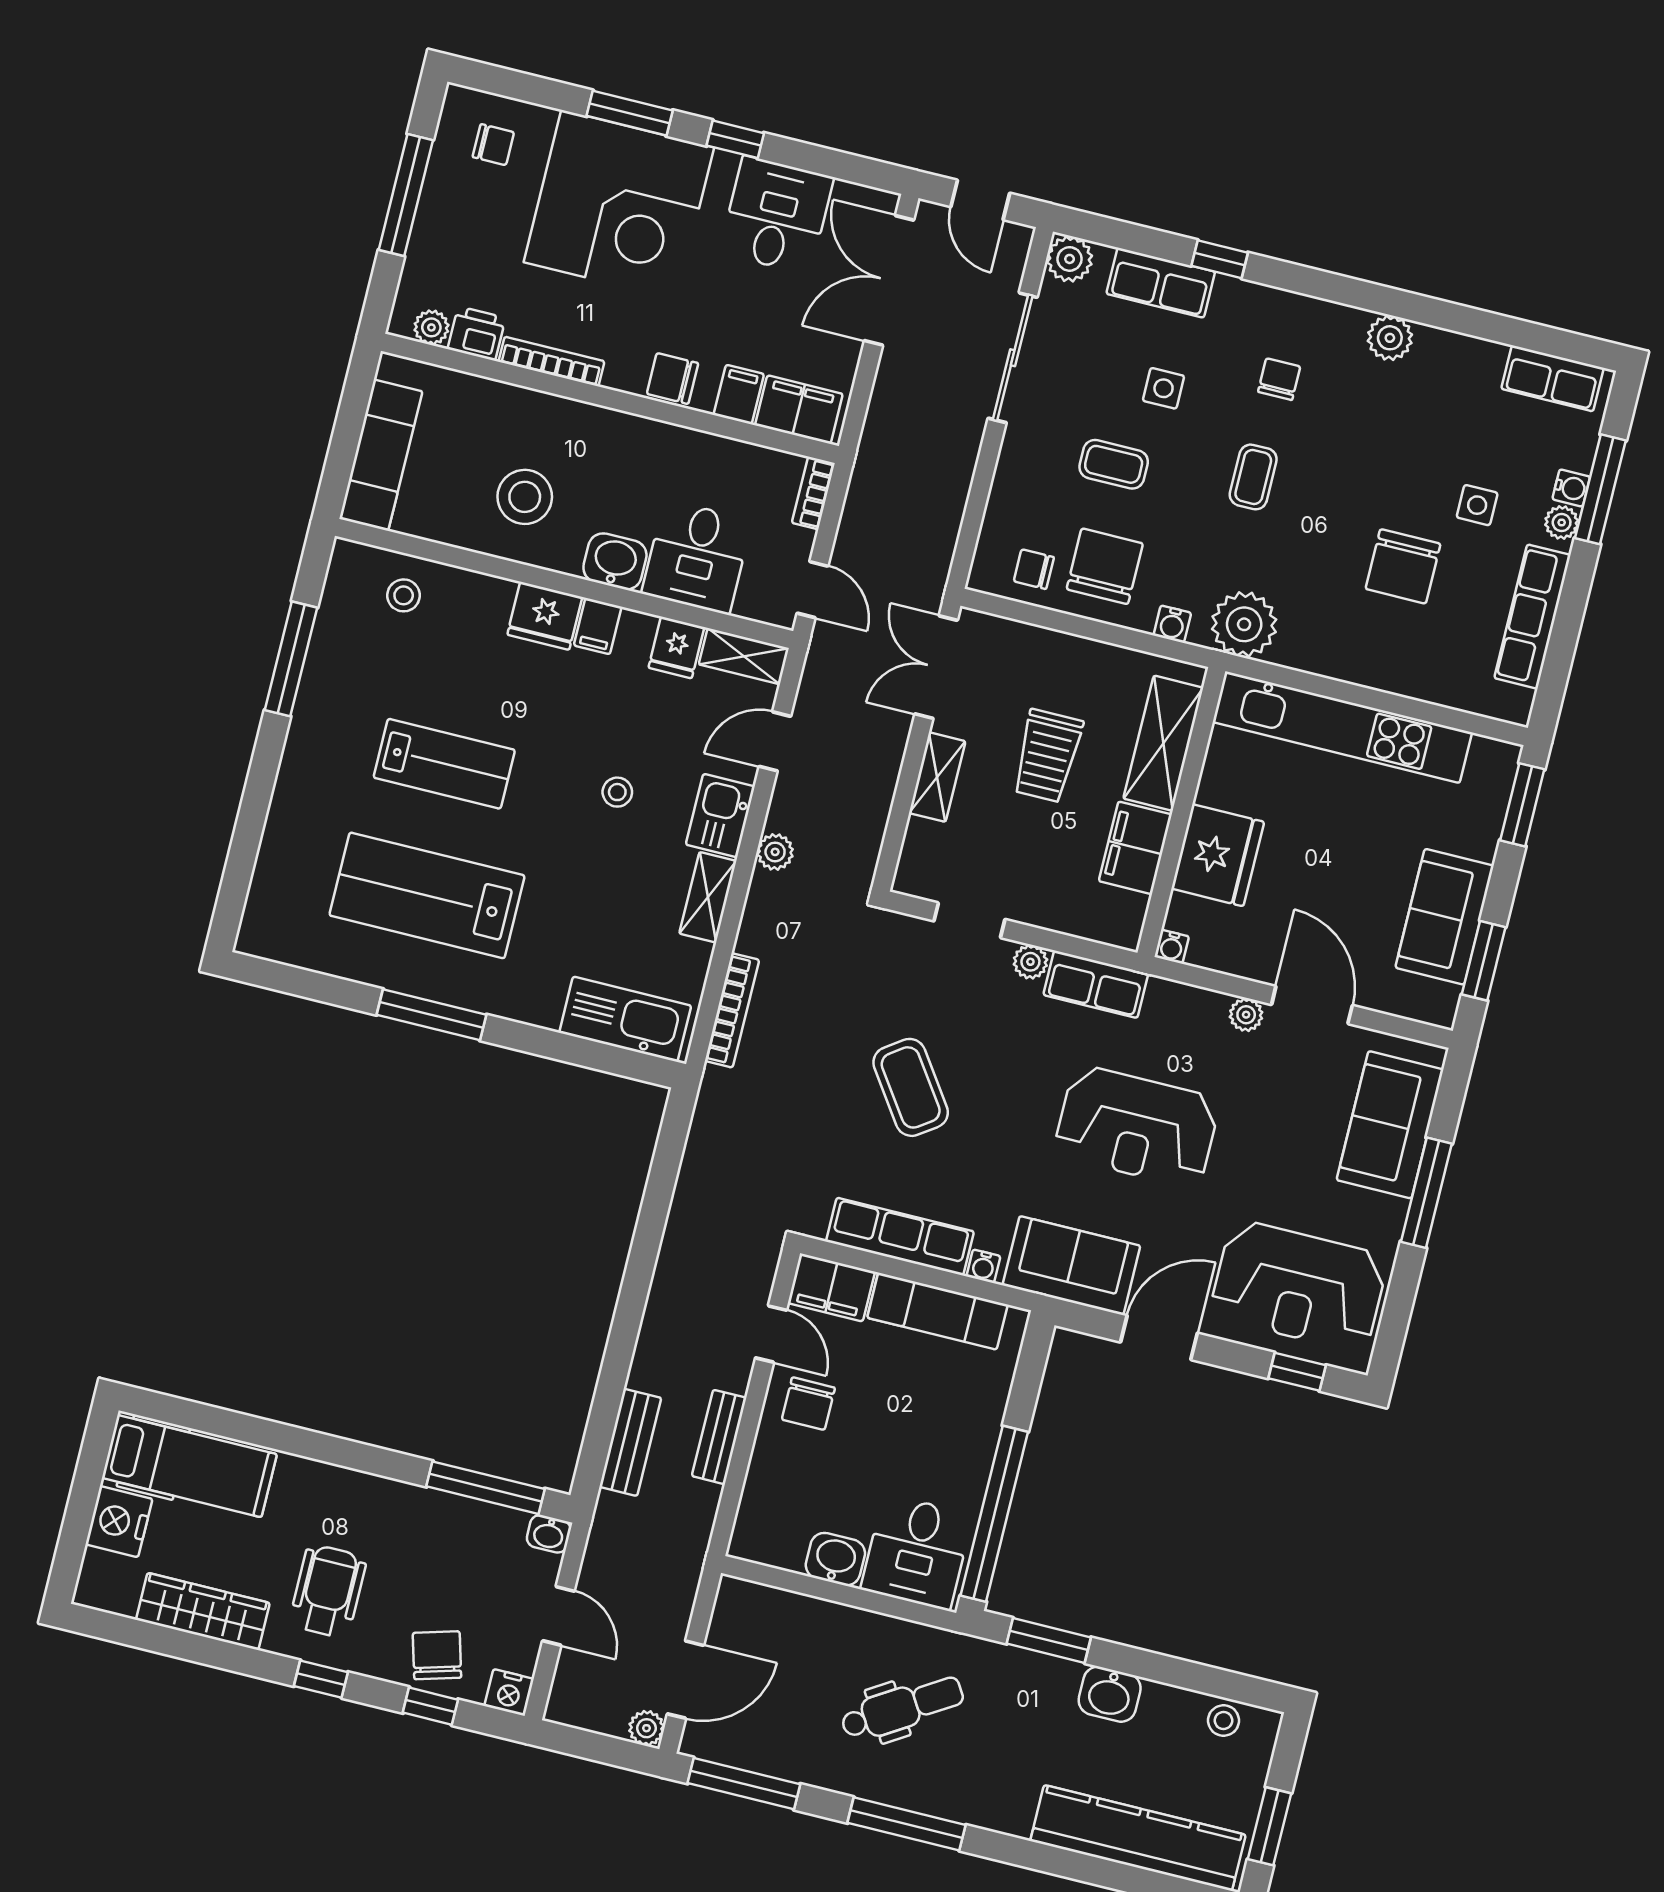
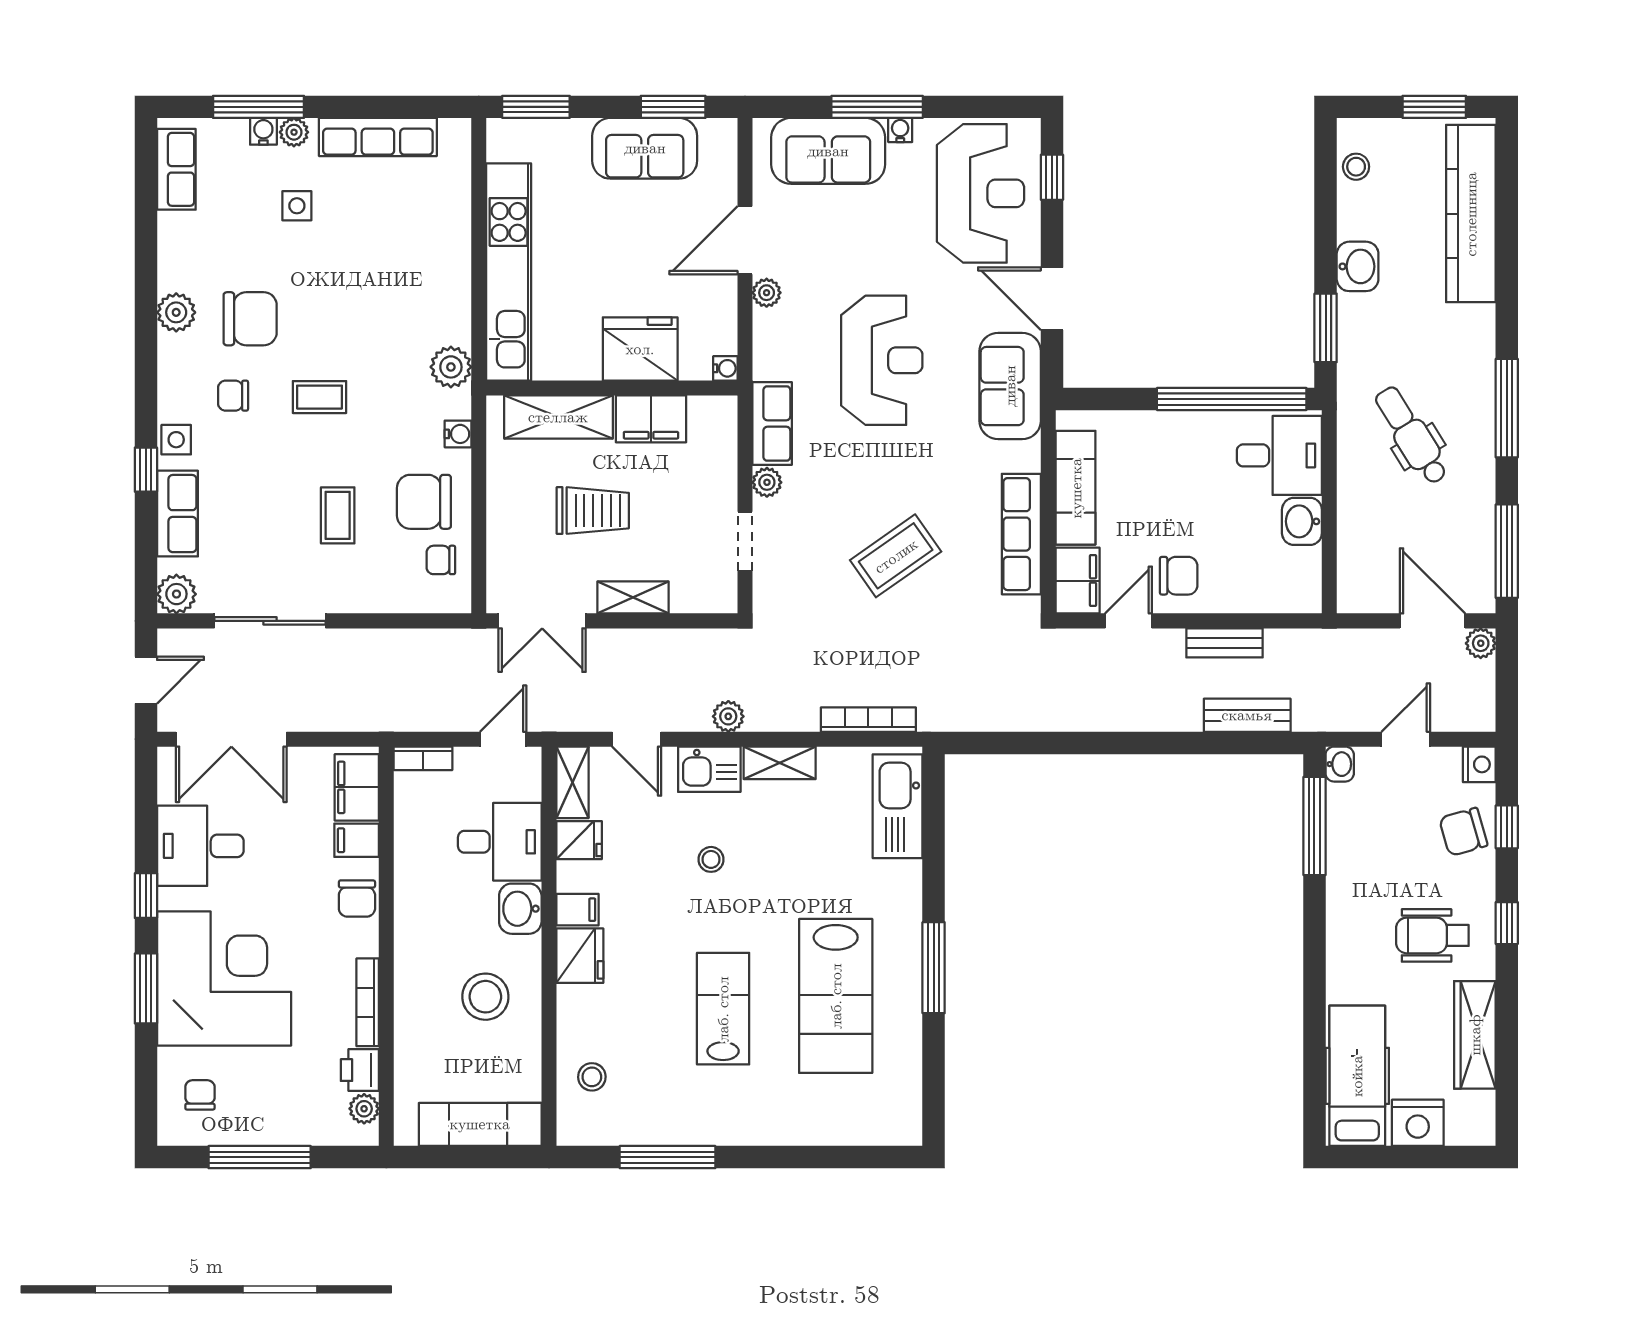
side table: (1164, 388) -> (176, 440), moved
chair: (1403, 566) -> (250, 319), moved
chair: (1034, 569) -> (441, 560), turned 90
plant: (1244, 624) -> (451, 367), width x0.73, depth x0.73
water cooler: (983, 1266) -> (900, 130), moved, turned -90

